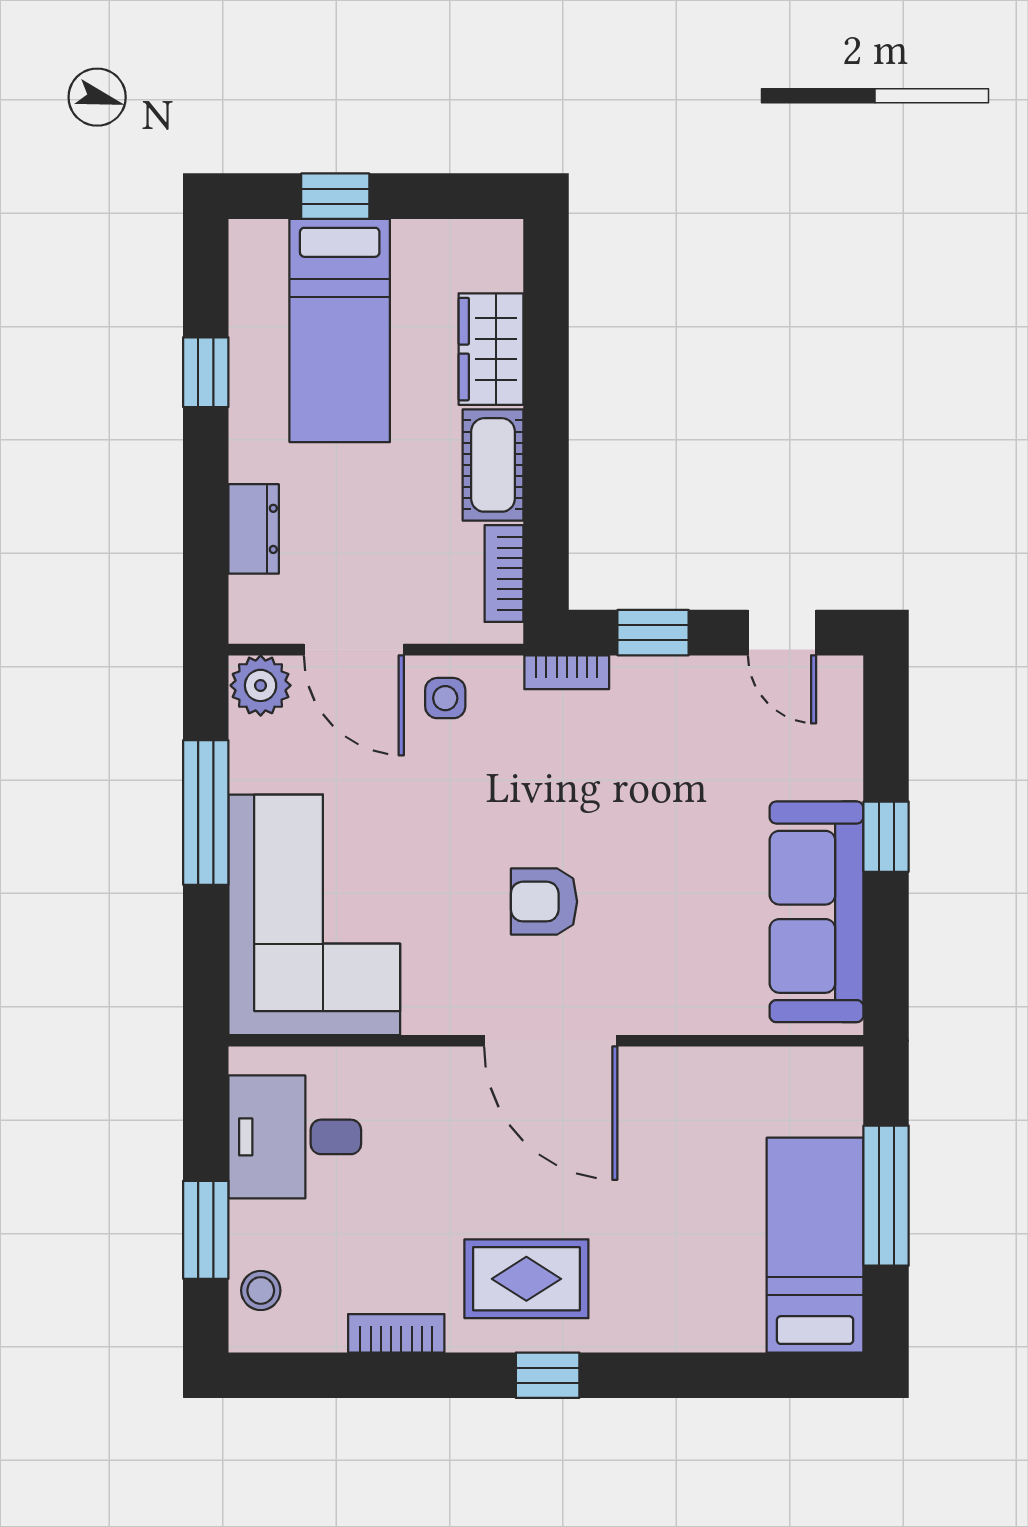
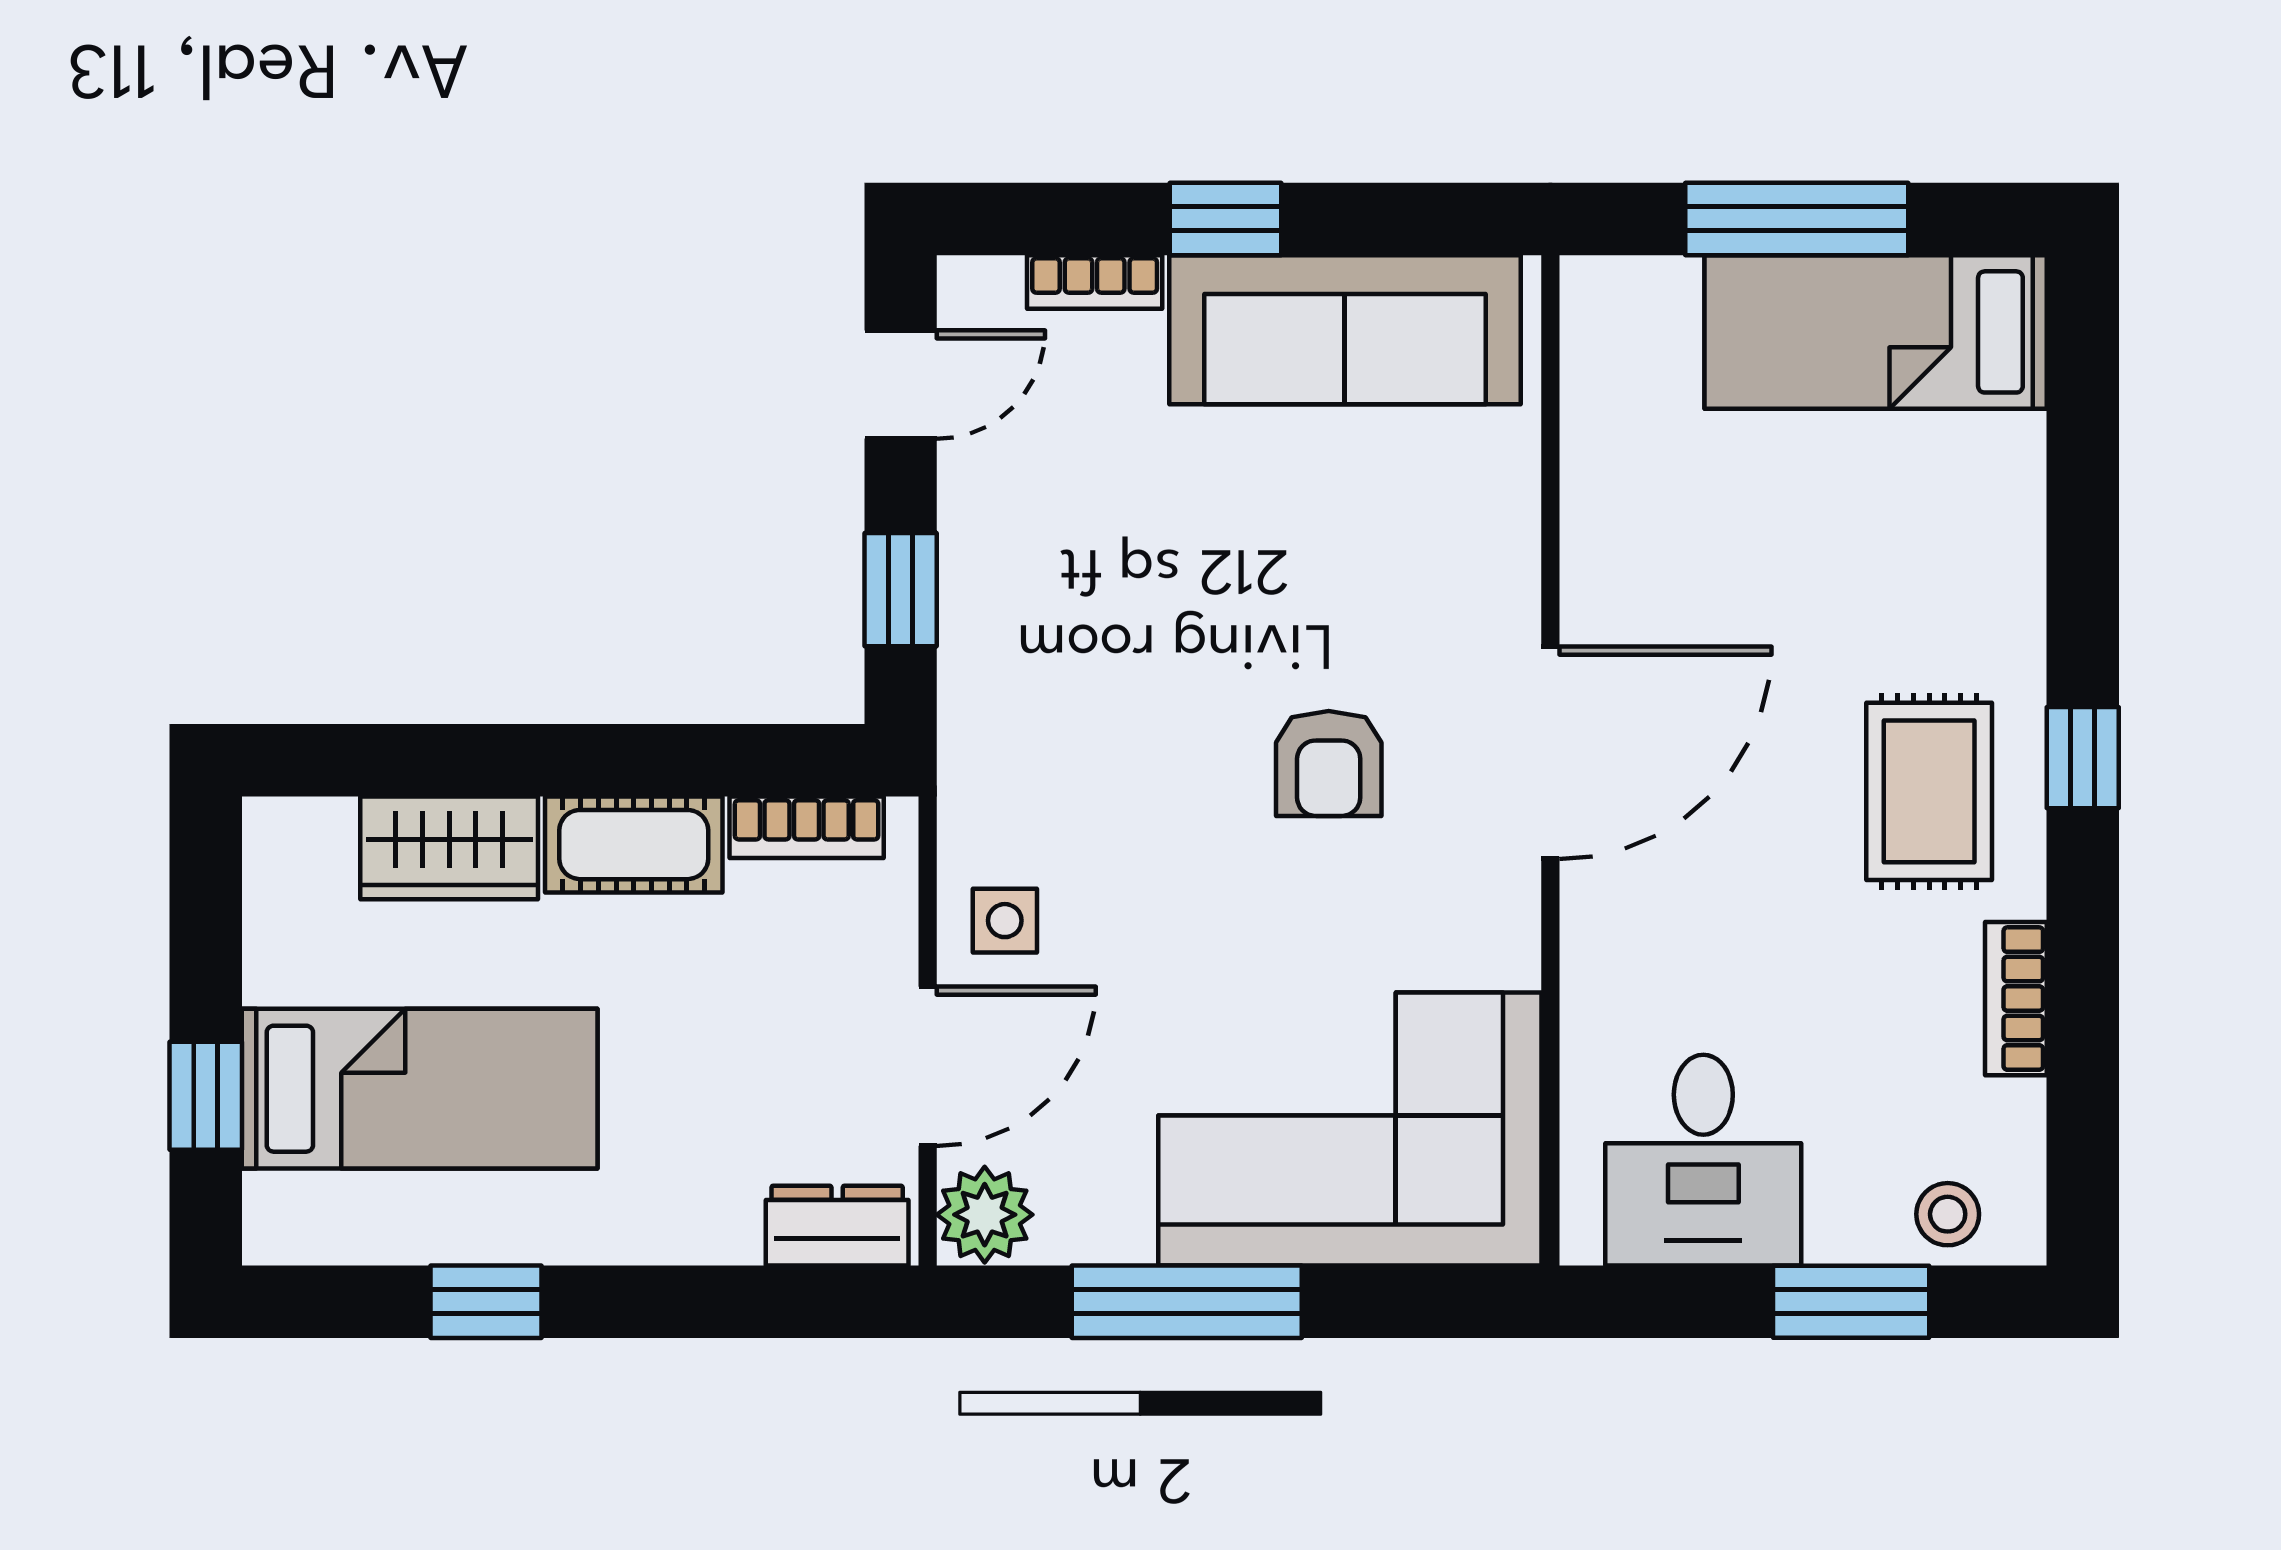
dresser: (254, 529) -> (837, 1226), moved
bookcase: (567, 672) -> (1095, 282), moved, turned 90

